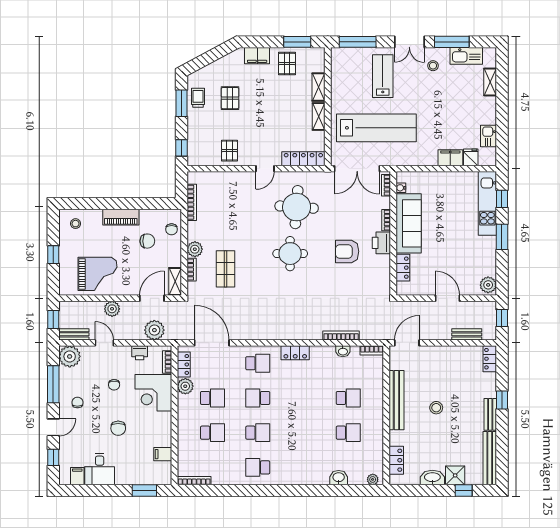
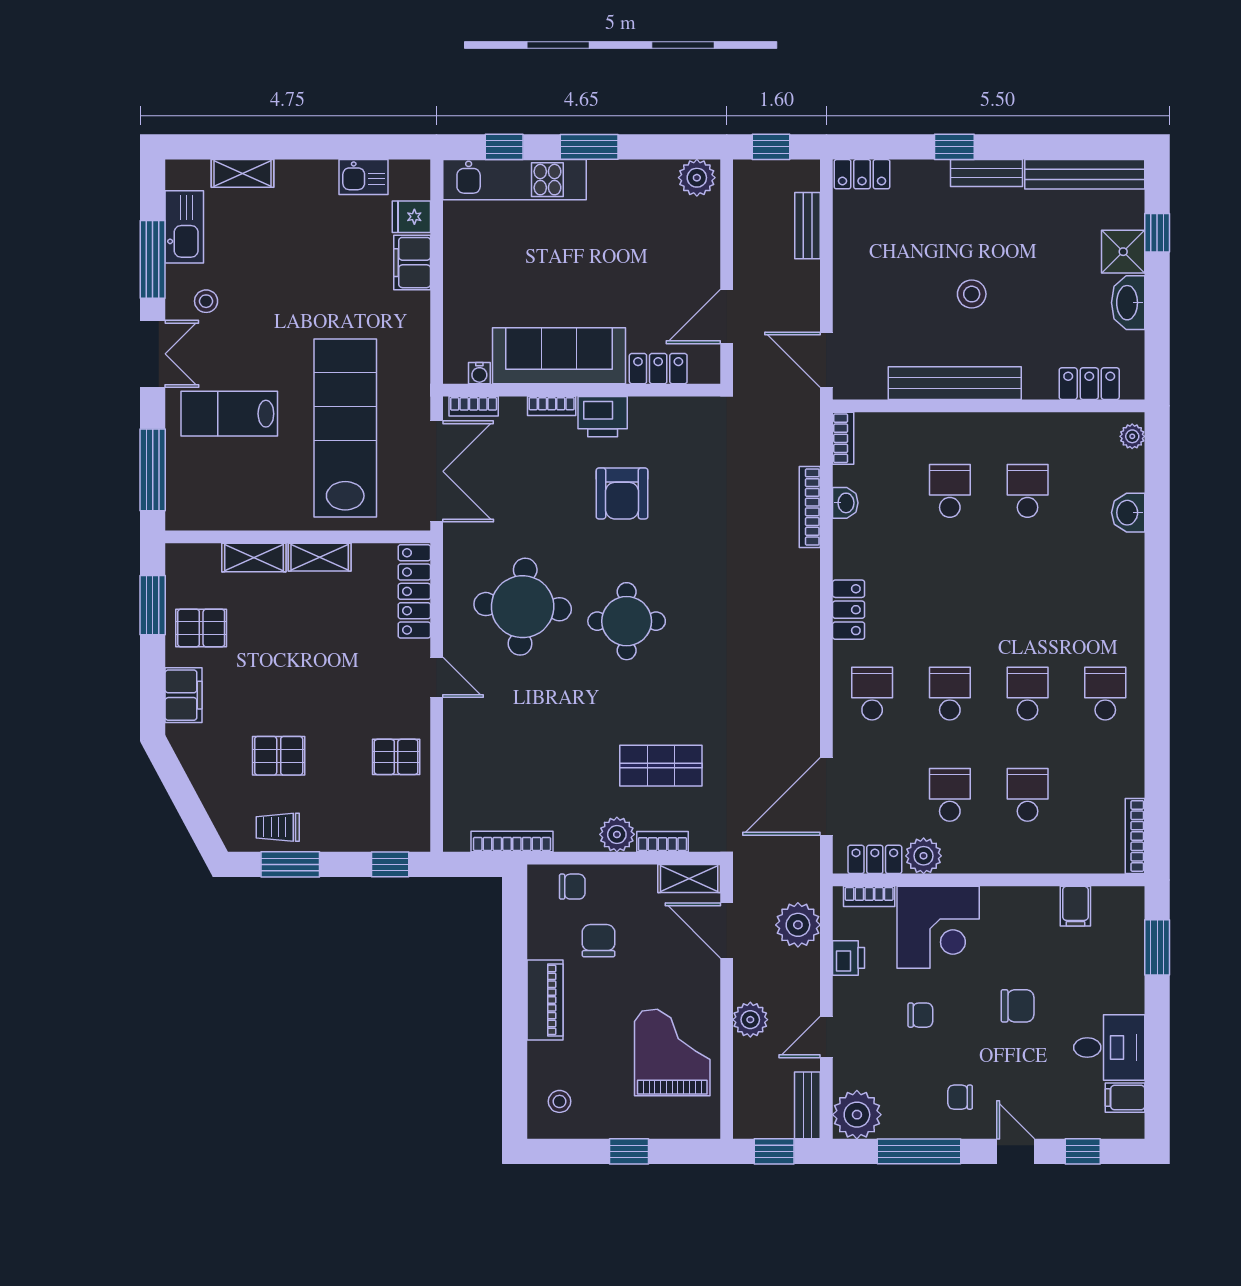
door: (448, 298) -> (727, 316), moved
school desk: (258, 398) -> (950, 694), turned 180
school desk: (258, 467) -> (1105, 694), turned 180

